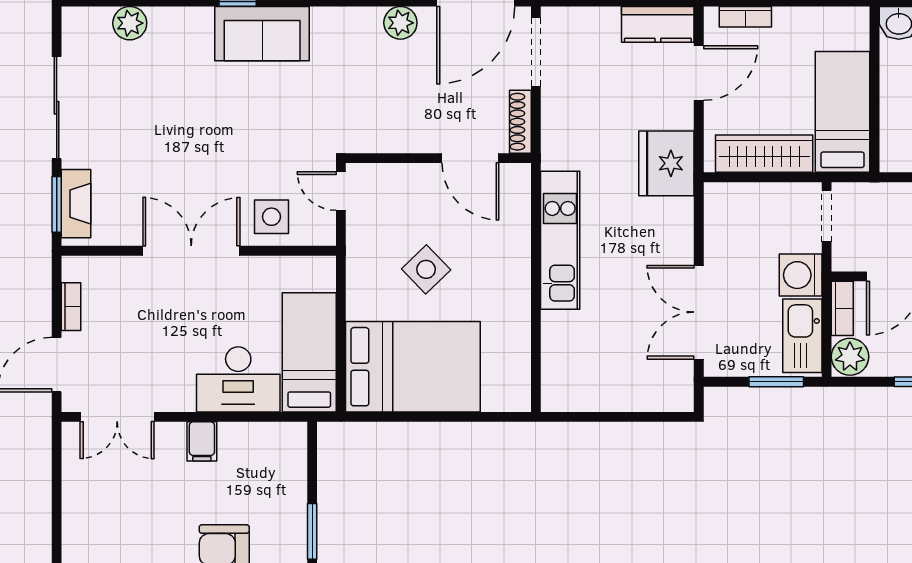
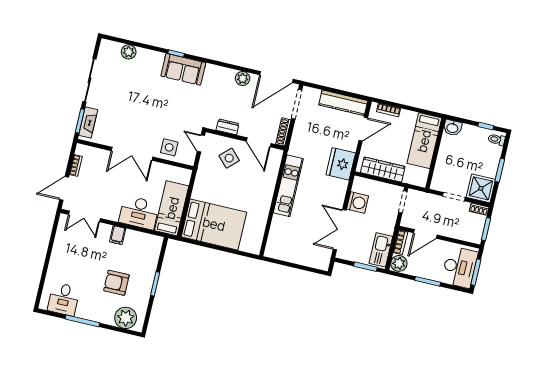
kitchen counter: (658, 24) -> (343, 103), width x1.50
bed: (843, 112) -> (424, 141), moved, turned 180
dresser: (392, 140) -> (228, 127), added
double door: (191, 251) -> (132, 154), swing flipped
side table: (426, 269) -> (229, 158), moved
washing machine: (801, 275) -> (358, 203), moved, turned 180

